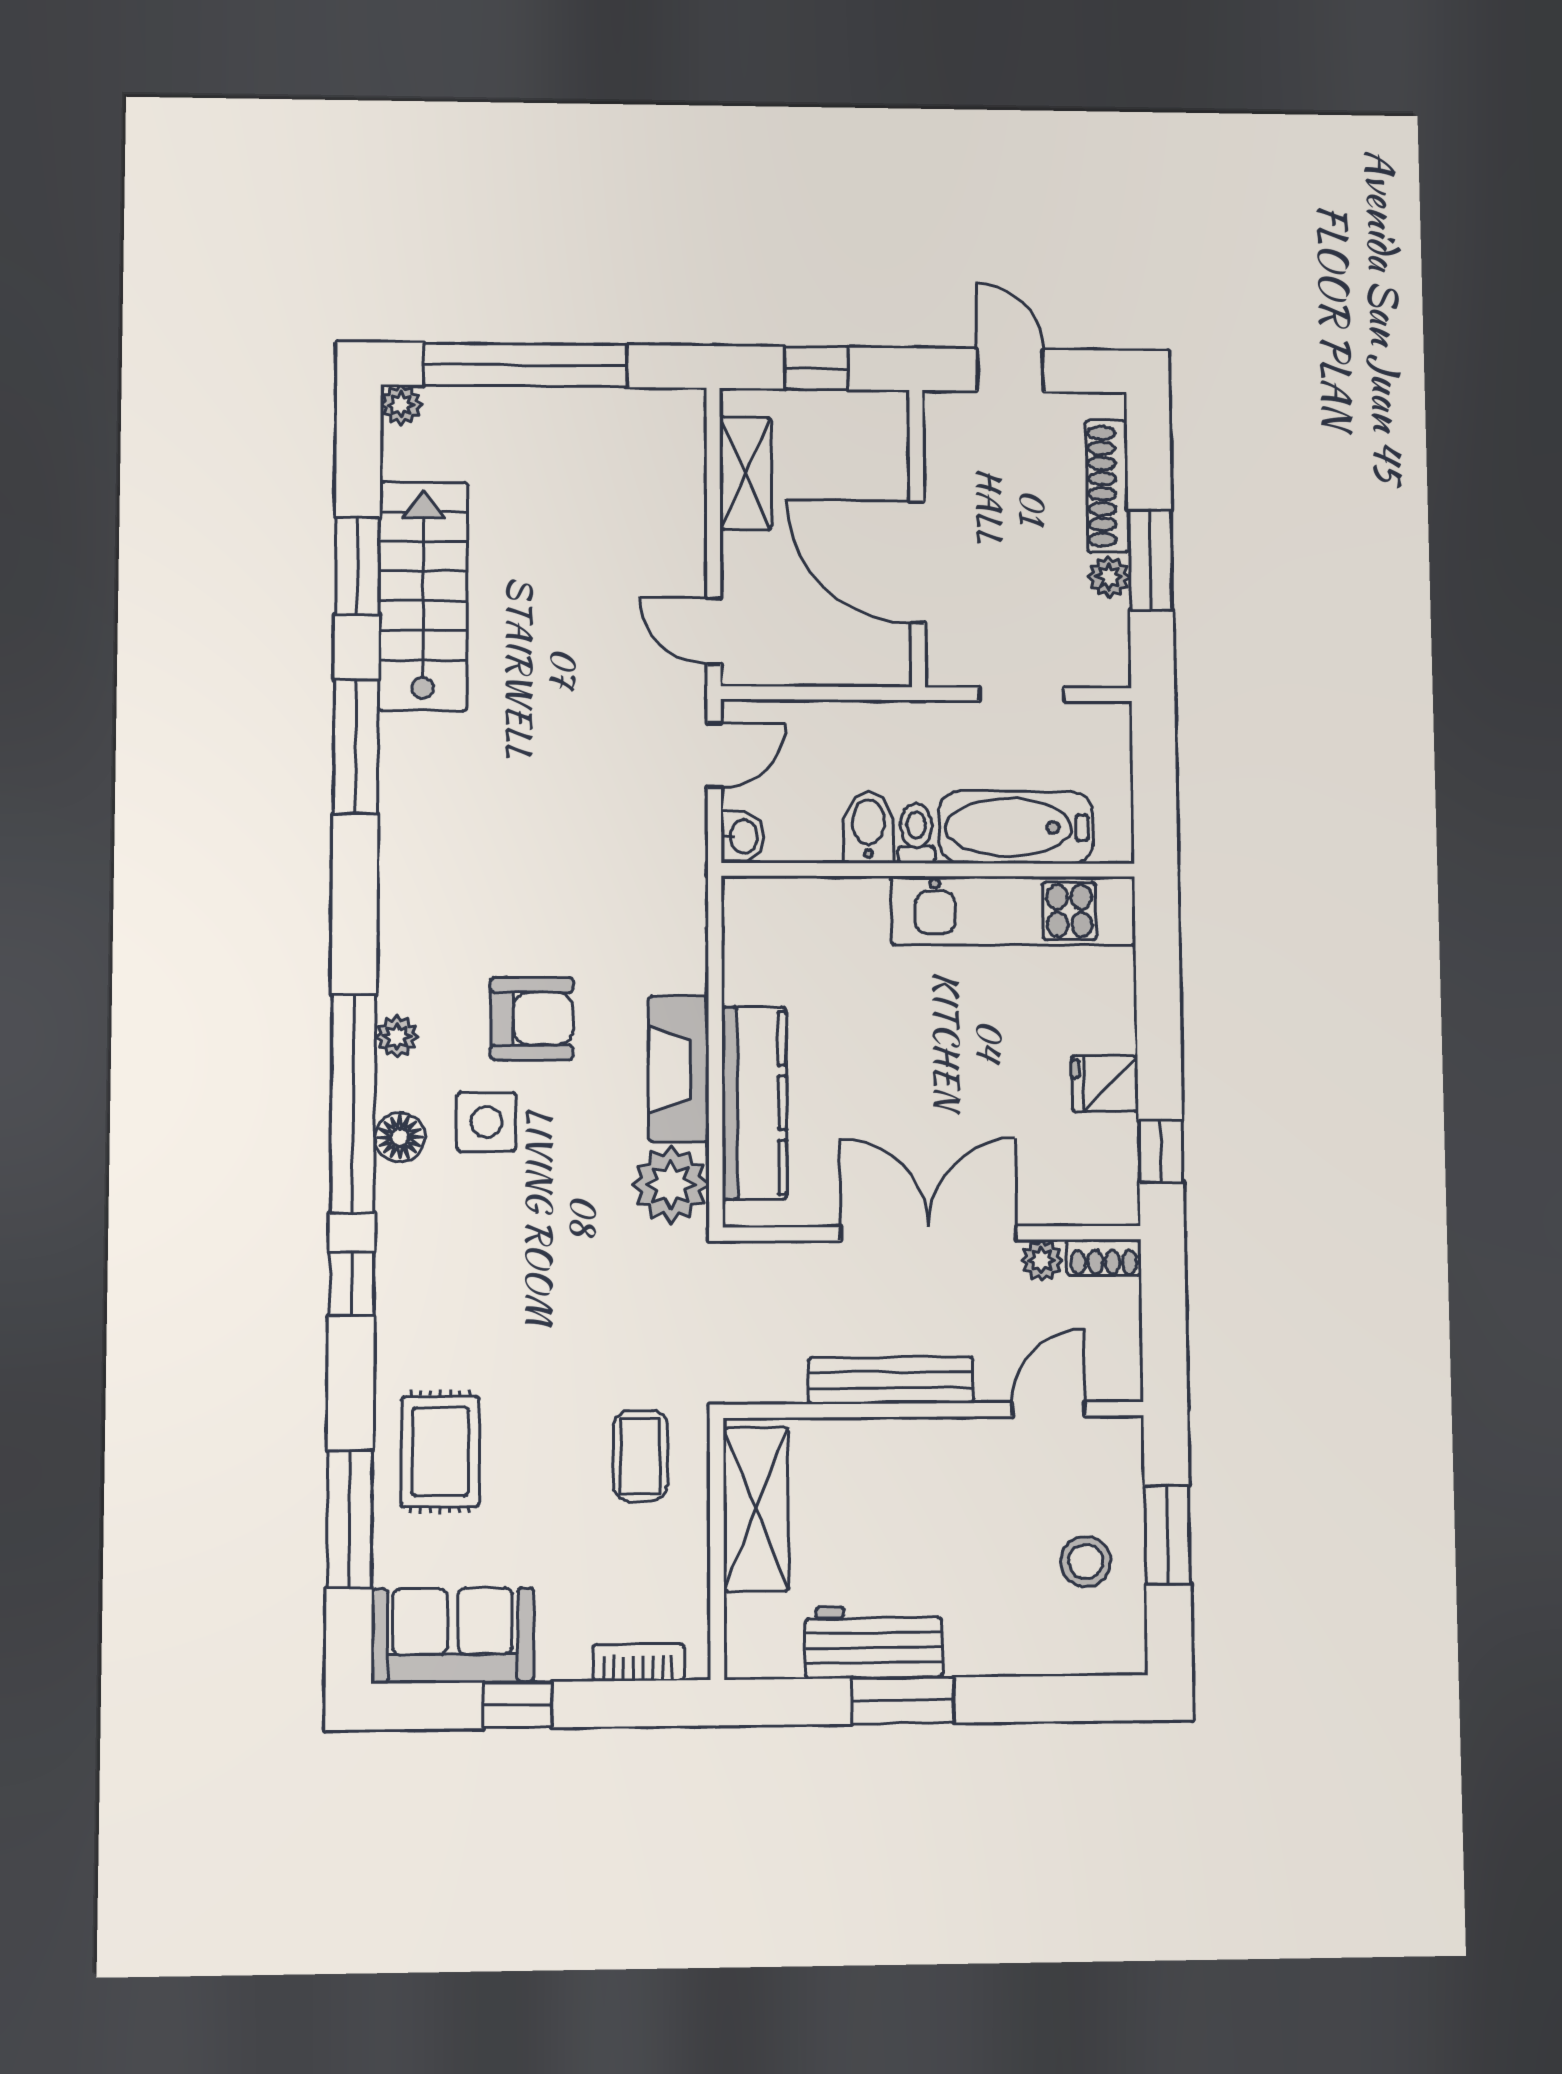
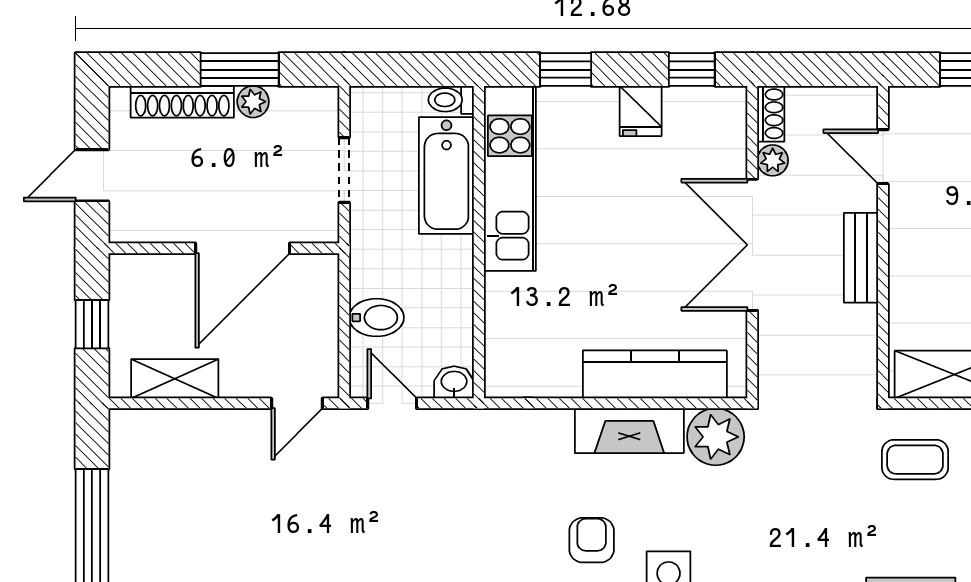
bidet: (868, 827) -> (376, 318), moved, turned 180
toilet: (916, 833) -> (451, 100), moved
window: (1158, 984) -> (566, 70), added
armchair: (532, 1019) -> (592, 540), width x0.72, depth x0.72
bench: (891, 1380) -> (861, 258), width x0.73

